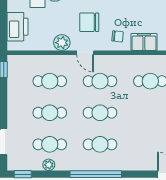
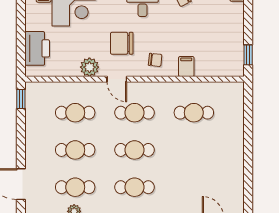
filing cabinet: (144, 42) -> (186, 66), width x0.50

